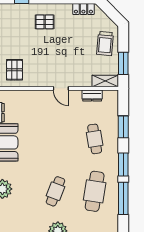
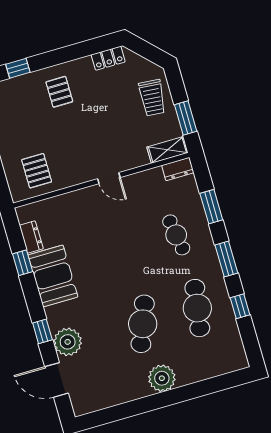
pallet: (45, 22) -> (59, 92), turned 90
dresser: (92, 96) -> (178, 169), moved
cafe table: (55, 191) -> (143, 324), width x1.37, depth x1.35
window: (123, 198) -> (240, 306), width x0.46

